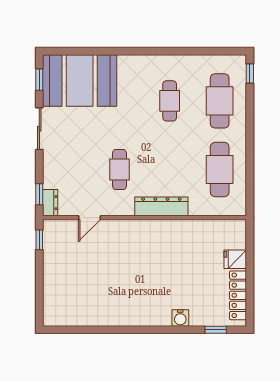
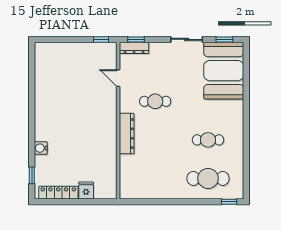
cafe table: (220, 170) -> (155, 178), removed
dresser: (50, 203) -> (134, 48), width x1.44

